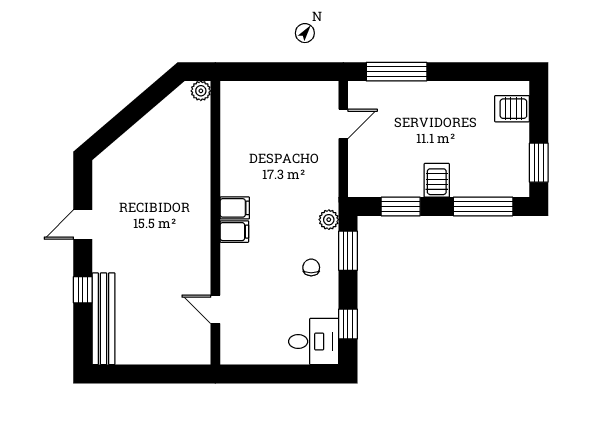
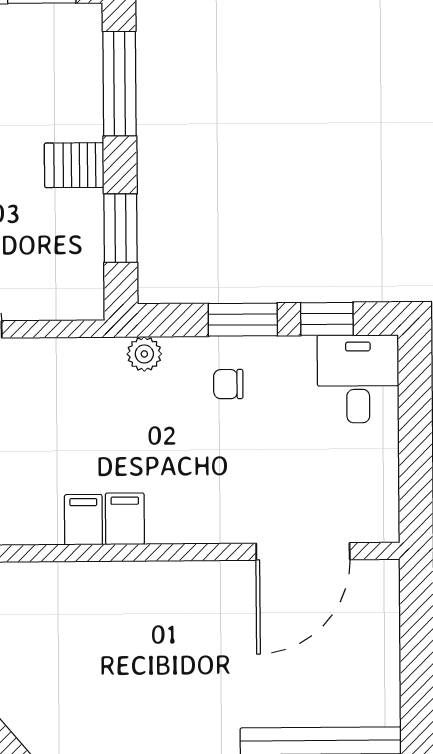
filing cabinet: (234, 232) -> (83, 520), moved
window: (348, 251) -> (243, 320), moved
door: (215, 309) -> (303, 551), width x1.88

